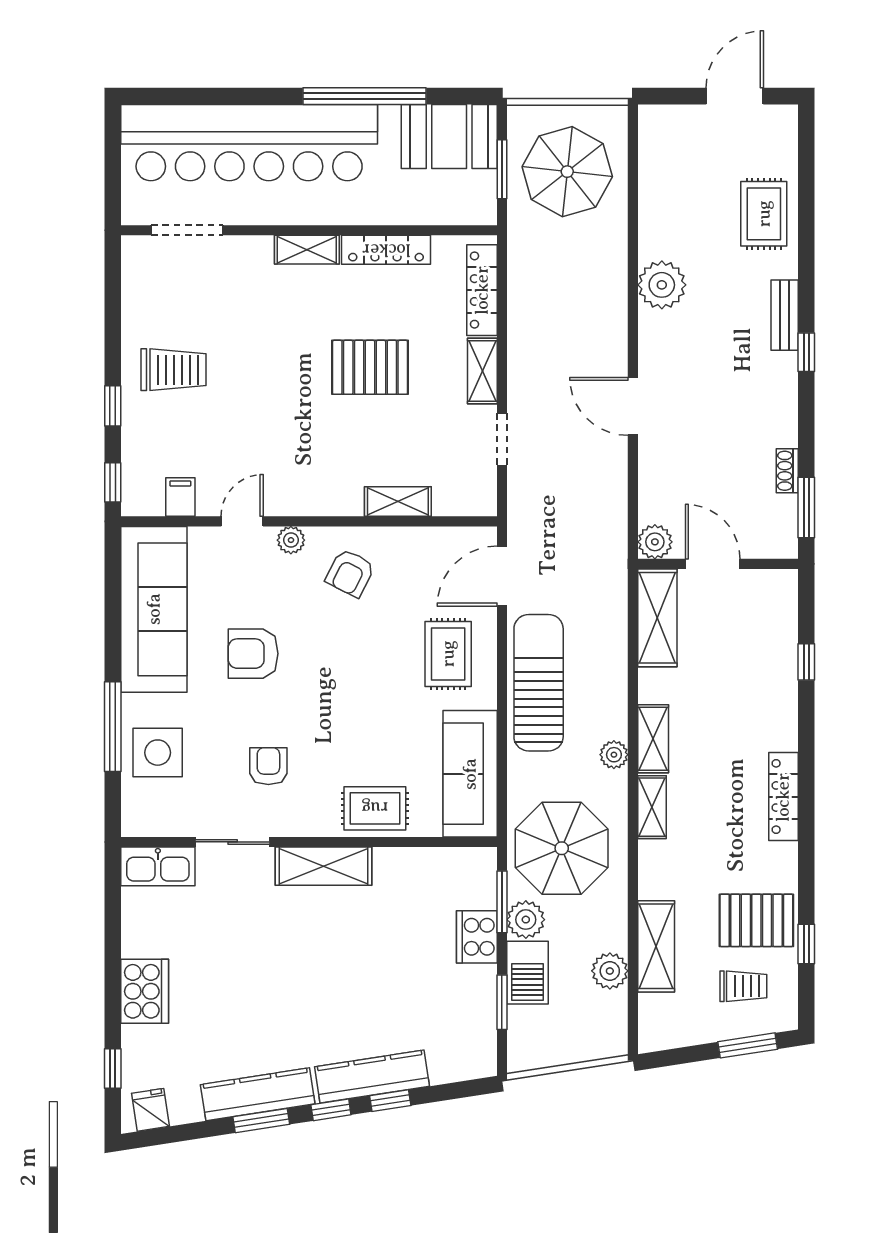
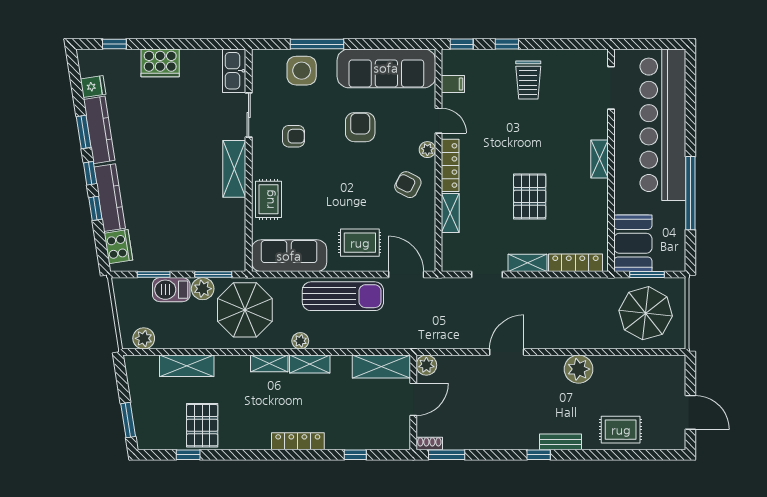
booth: (449, 136) -> (633, 243), moved
locker: (386, 250) -> (450, 165), moved, turned 180
shoe rack: (787, 471) -> (429, 444), moved
locker: (783, 797) -> (298, 441), moved
cooker: (477, 937) -> (118, 247), moved, turned 81
plant: (610, 971) -> (144, 338), moved
trolley: (743, 986) -> (163, 417), removed
fridge: (150, 1110) -> (93, 87), moved

